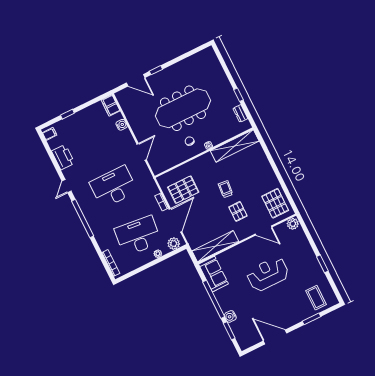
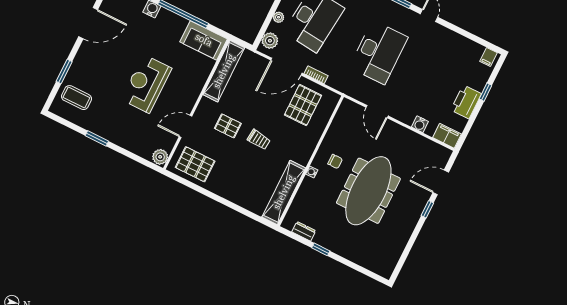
printer: (63, 157) -> (466, 102), moved, turned 90
door: (176, 220) -> (286, 67), hinge flipped
reception desk: (268, 274) -> (146, 84), turned 180

